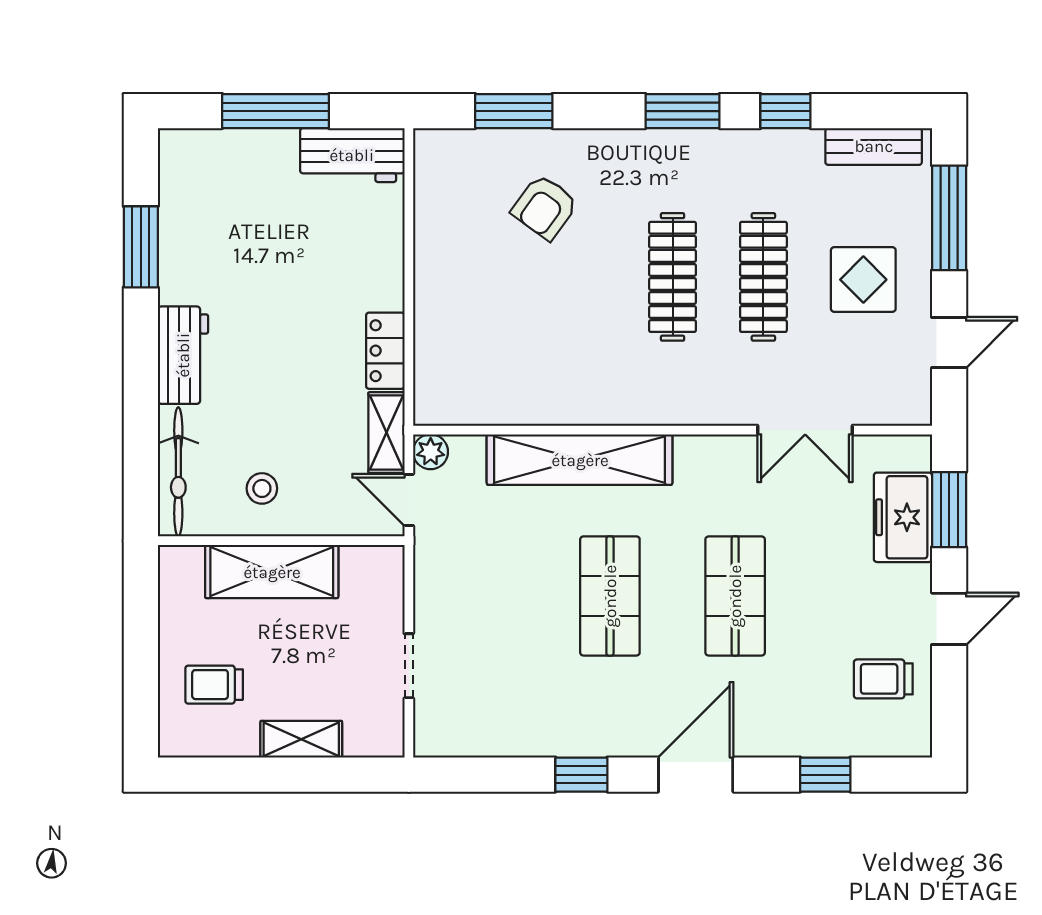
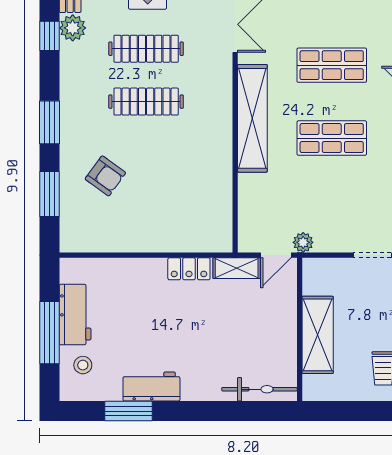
window: (682, 111) -> (50, 122), moved
plant: (799, 151) -> (73, 28), added
workbench: (352, 155) -> (75, 315), moved
workbench: (183, 355) -> (151, 386), moved
plant: (431, 452) -> (303, 242), moved
shelving: (580, 460) -> (252, 118), moved
stool: (262, 488) -> (83, 365), moved

